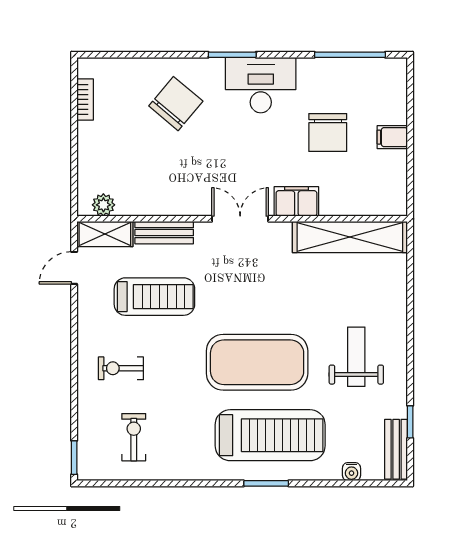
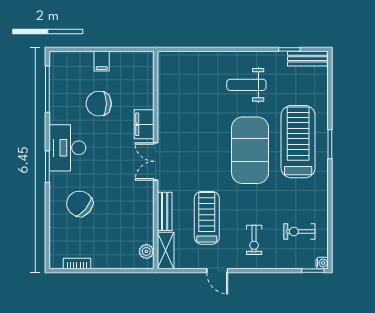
chair: (328, 133) -> (99, 104), turned 180
shelving: (350, 237) -> (168, 89), removed
door: (74, 268) -> (217, 271), moved
water cooler: (352, 472) -> (322, 263), moved

